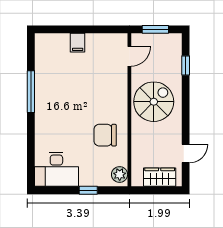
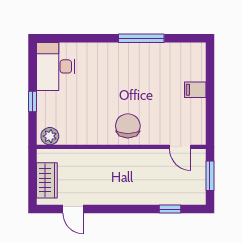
spiral stairs: (154, 102) -> (130, 174), removed
chair: (105, 135) -> (128, 126), moved

